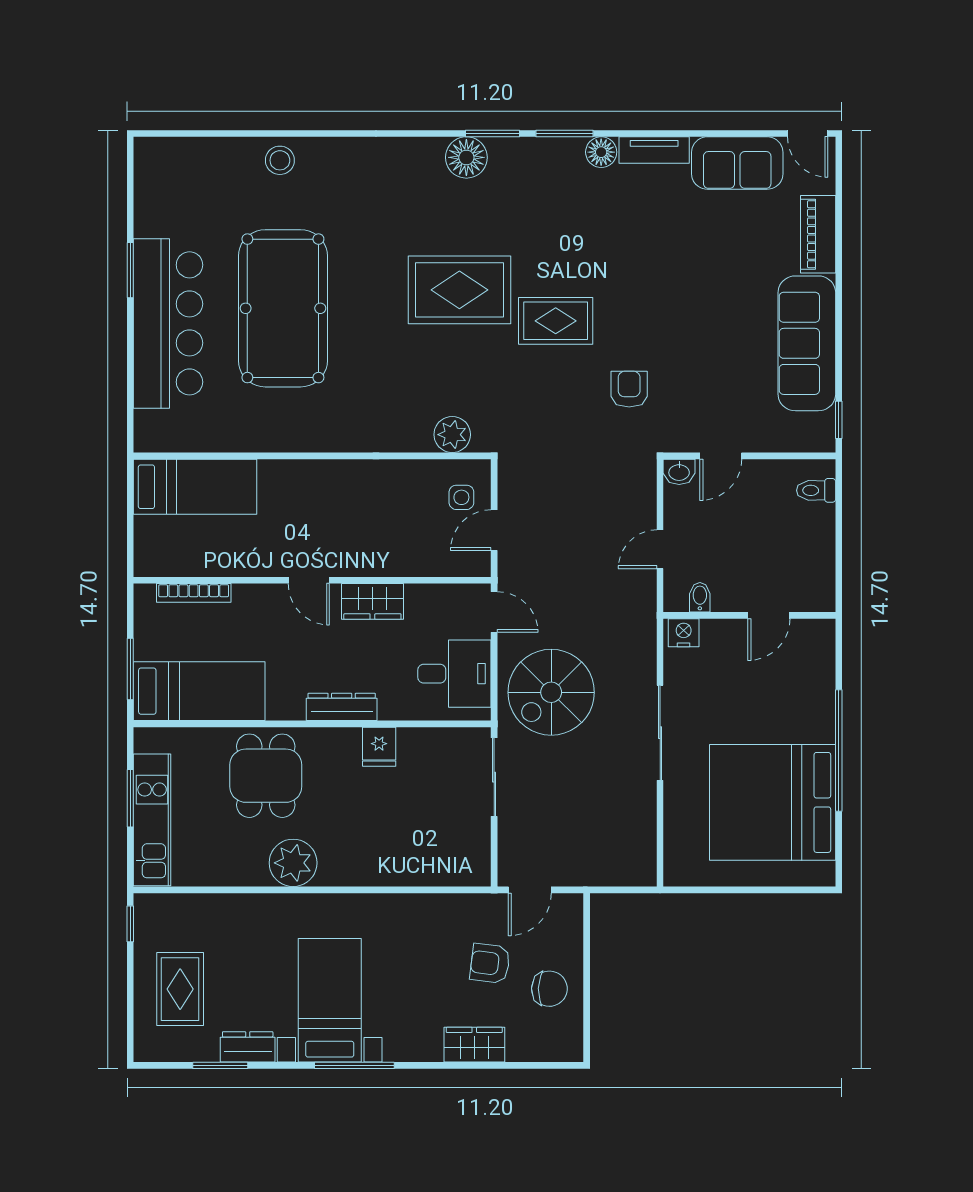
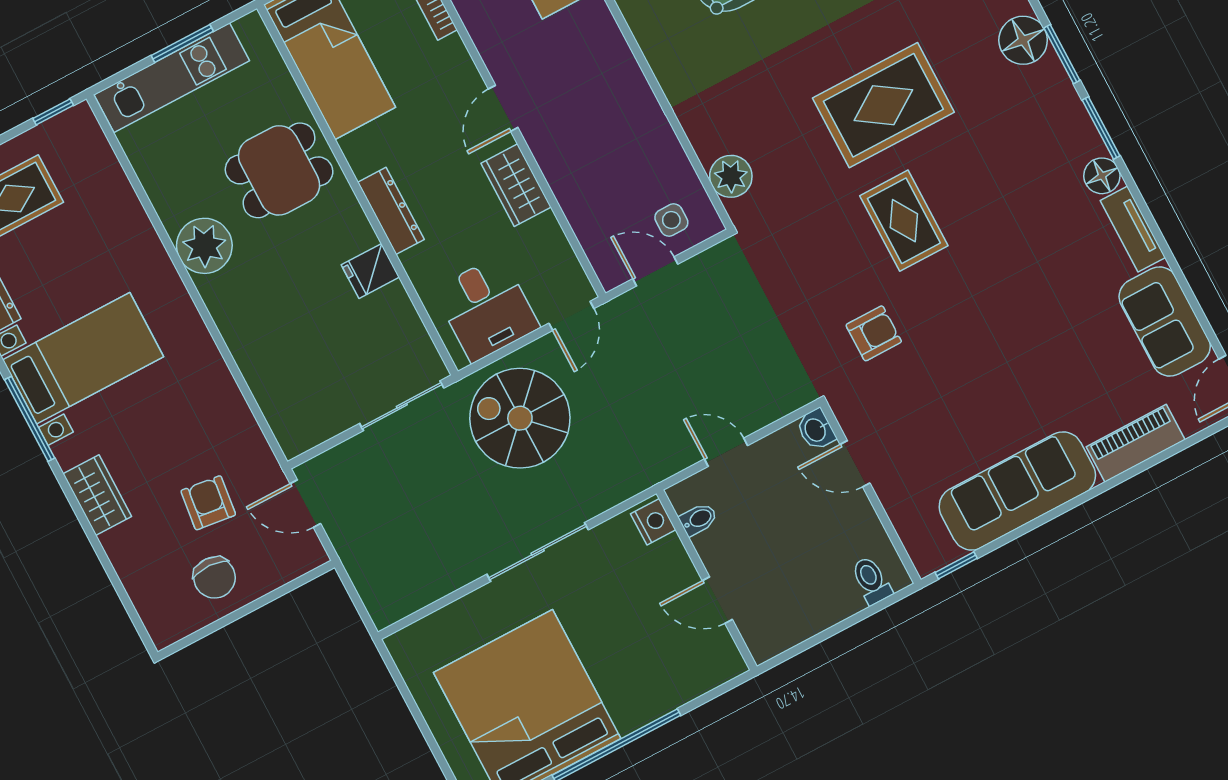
rug: (459, 290) -> (883, 105), turned 90
wardrobe: (474, 1045) -> (97, 495), moved

